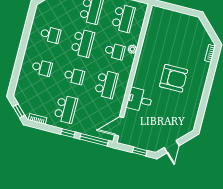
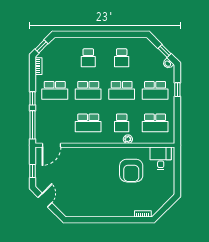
school desk: (74, 76) -> (88, 90), width x1.85
armchair: (174, 78) -> (131, 171), moved
desk: (139, 100) -> (161, 158), moved
door: (119, 126) -> (51, 145), swing flipped
door: (172, 147) -> (45, 200), swing flipped

